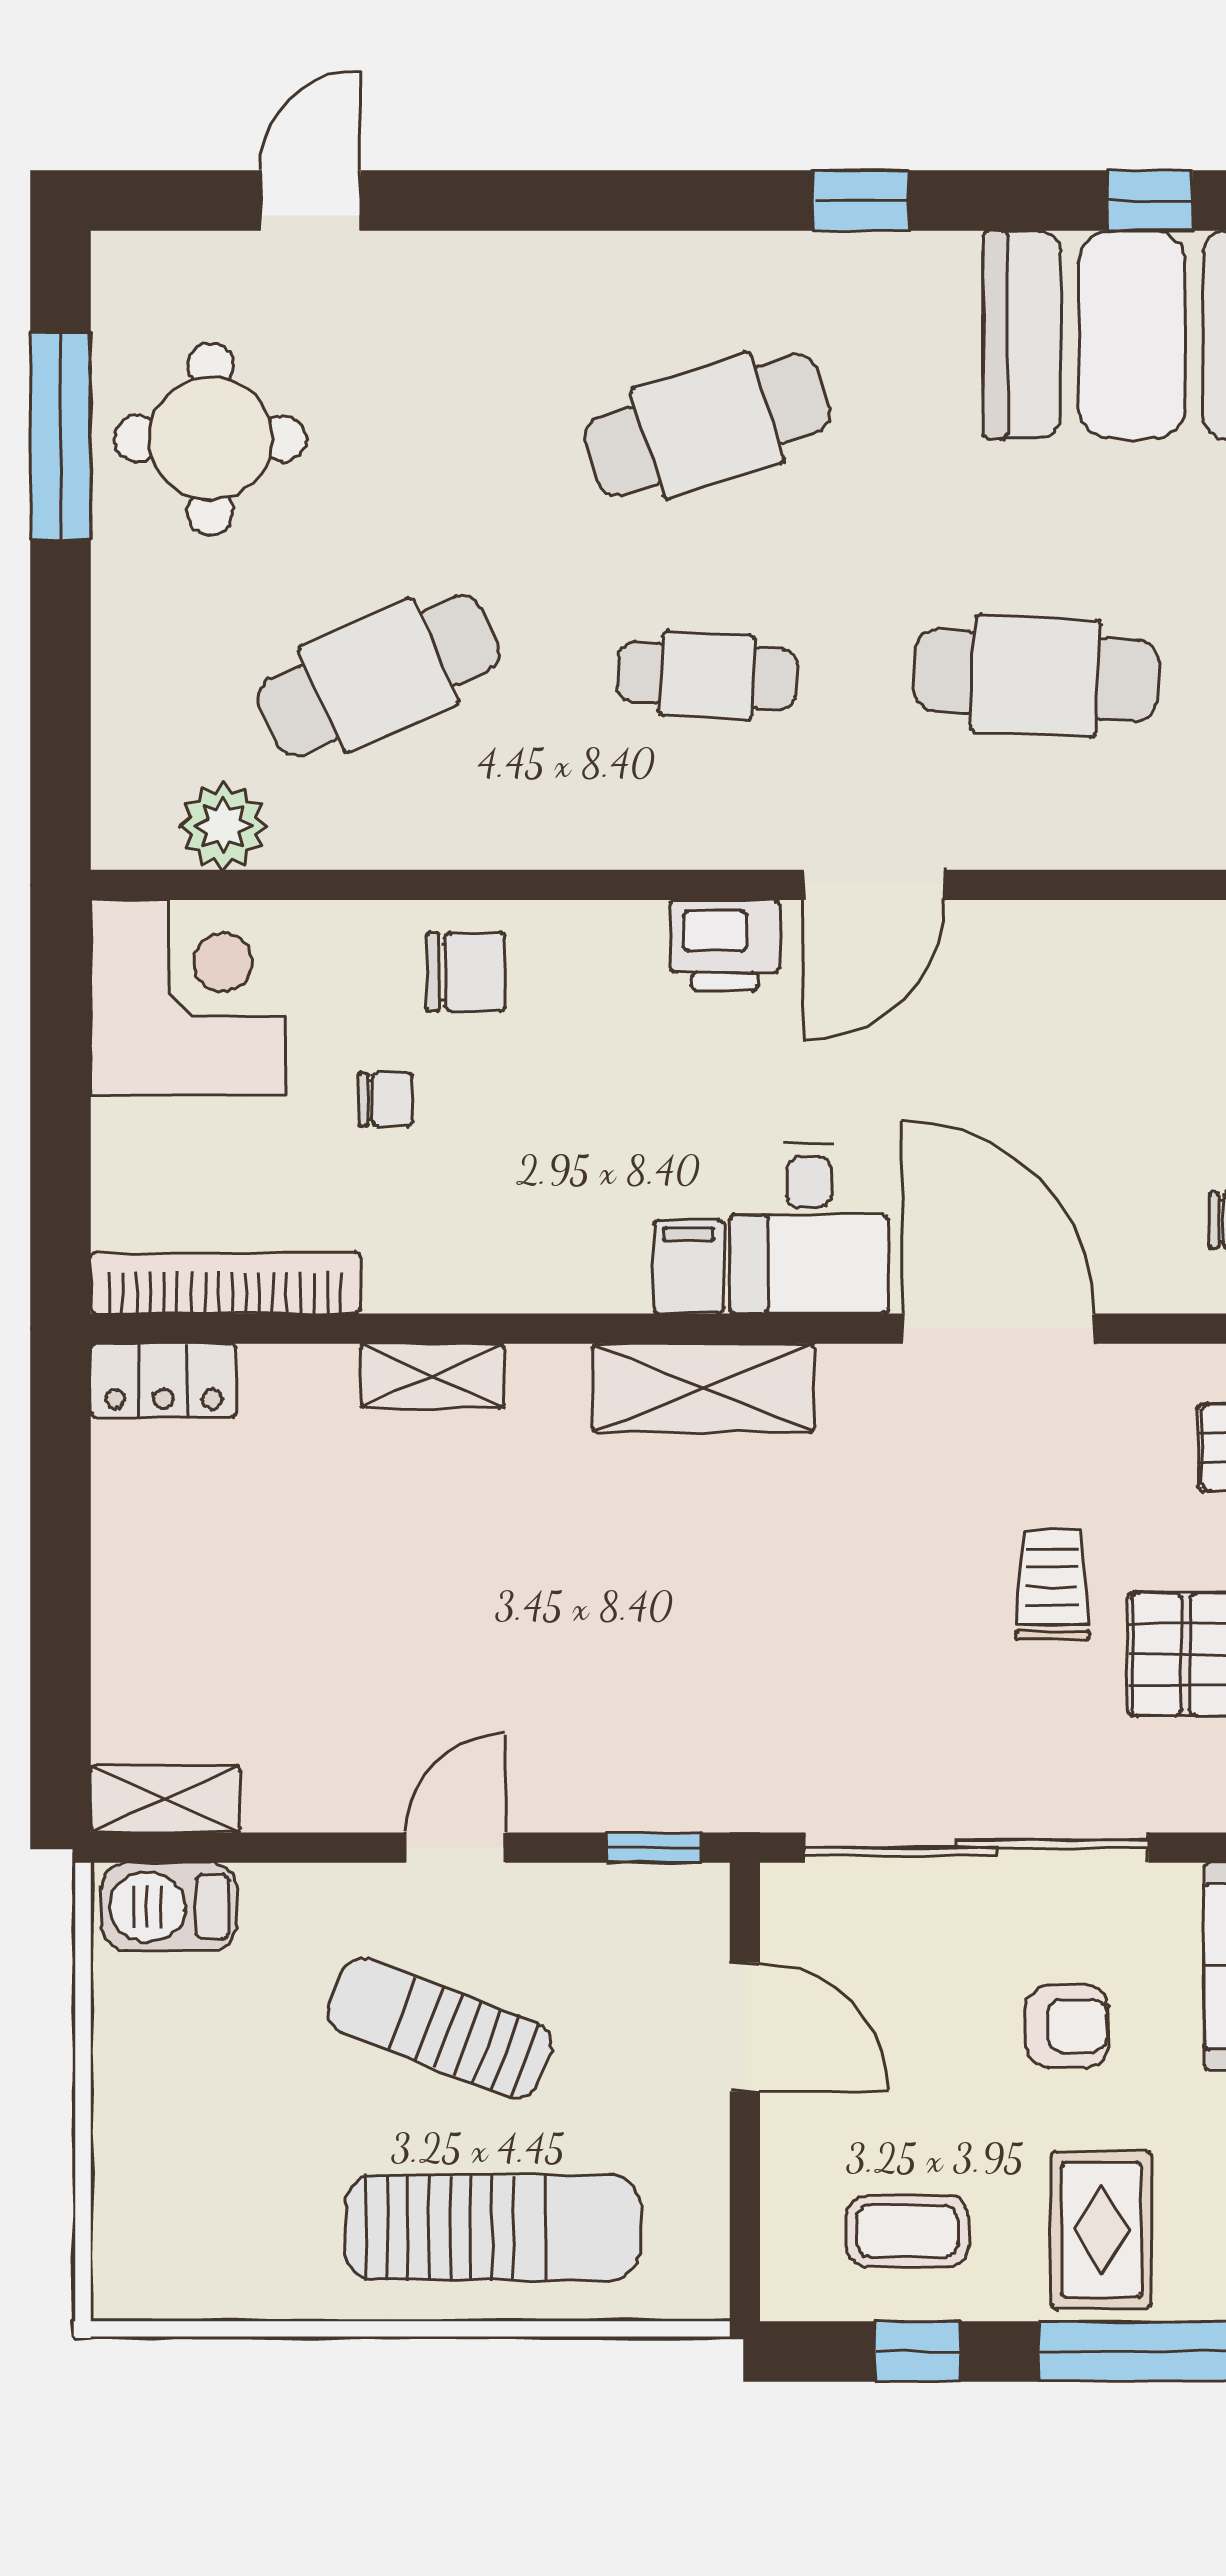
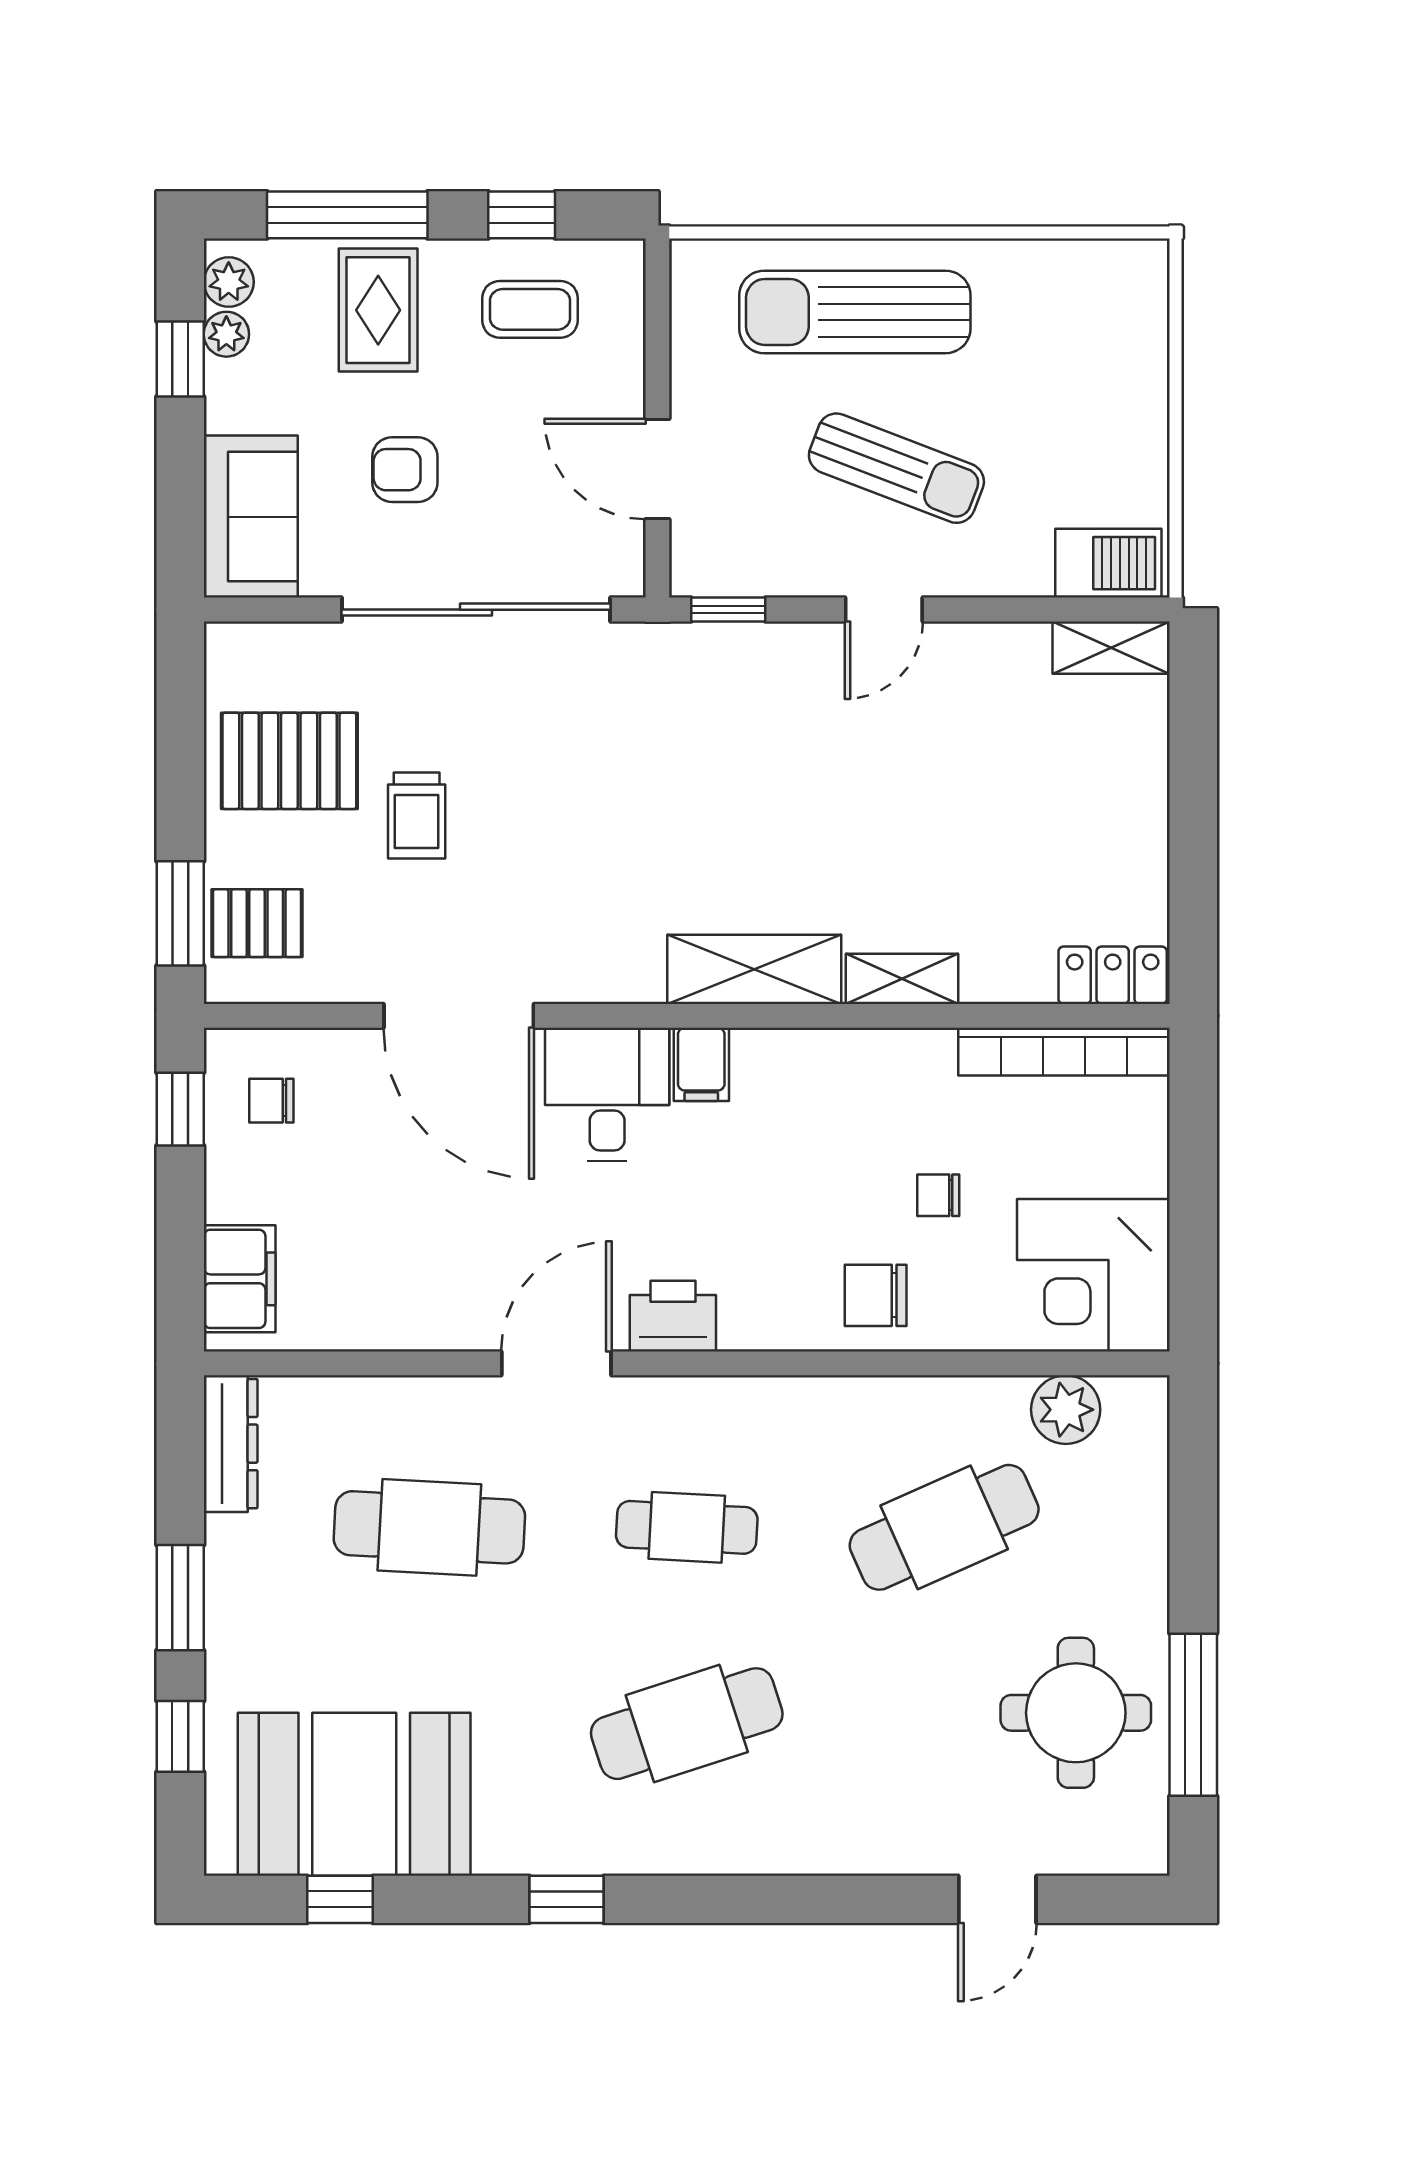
shelving: (703, 1388) -> (754, 969), moved

